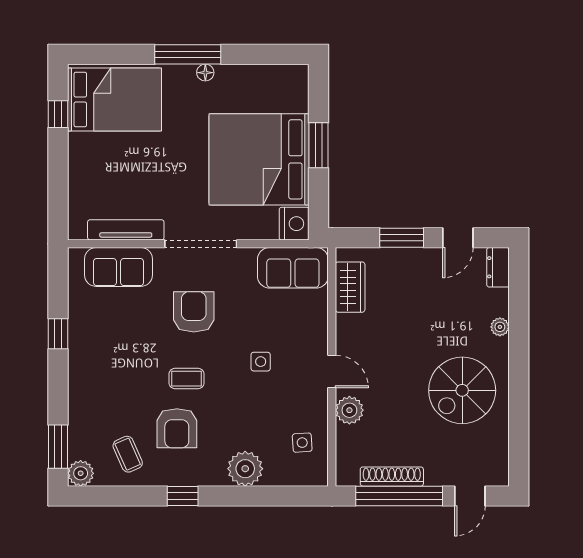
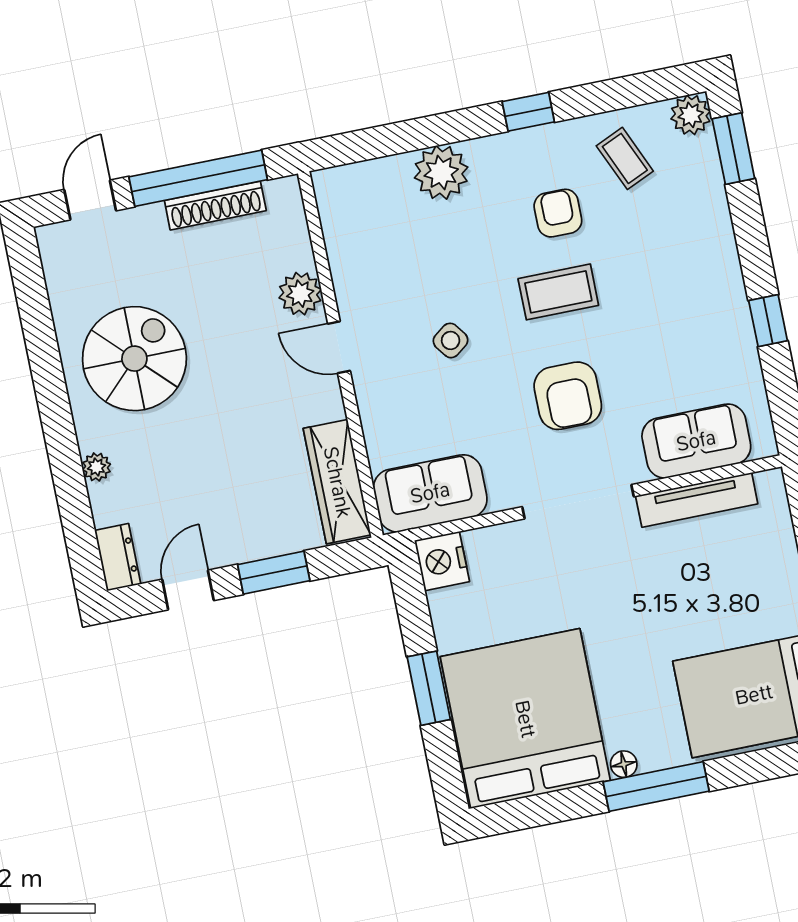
bed: (259, 159) -> (525, 719), moved, turned -90
wardrobe: (350, 287) -> (337, 482), width x1.50
side table: (261, 362) -> (451, 340), turned -37
coffee table: (187, 379) -> (558, 292), width x1.36, depth x1.30
armchair: (177, 428) -> (558, 213), width x0.72, depth x0.72
side table: (302, 443) -> (362, 230), removed

